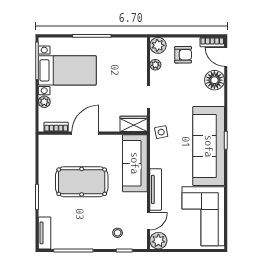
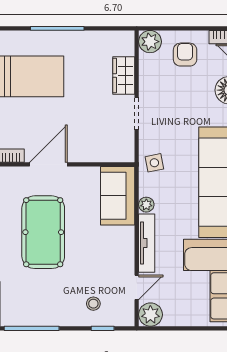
armchair: (183, 55) -> (185, 55), turned -90
plant: (155, 65) -> (146, 205), moved
wardrobe: (134, 124) -> (124, 75), moved, turned -90
sofa: (135, 163) -> (118, 196), width x0.73
pool table: (82, 182) -> (43, 232), turned 90

